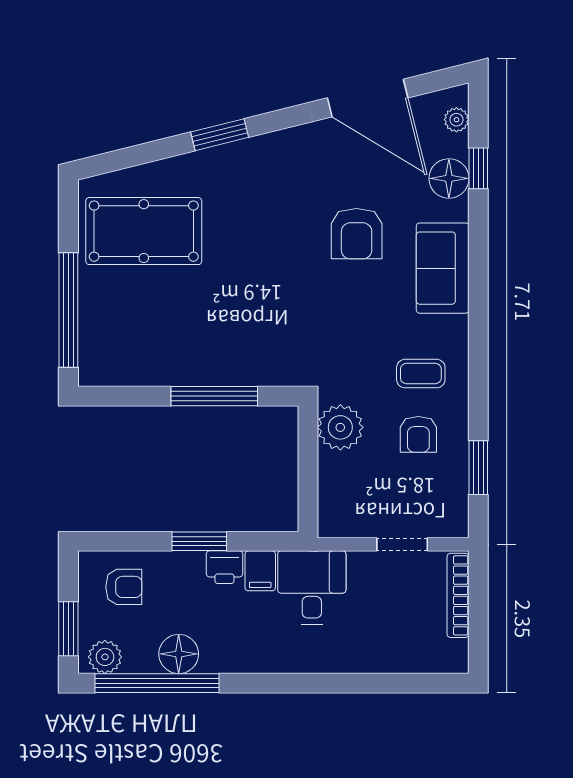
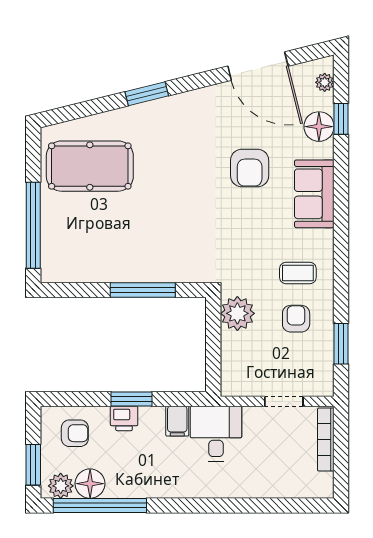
armchair: (418, 434) -> (296, 319), turned 180
printer: (224, 567) -> (124, 418), moved
floor lamp: (179, 654) -> (90, 484), moved

